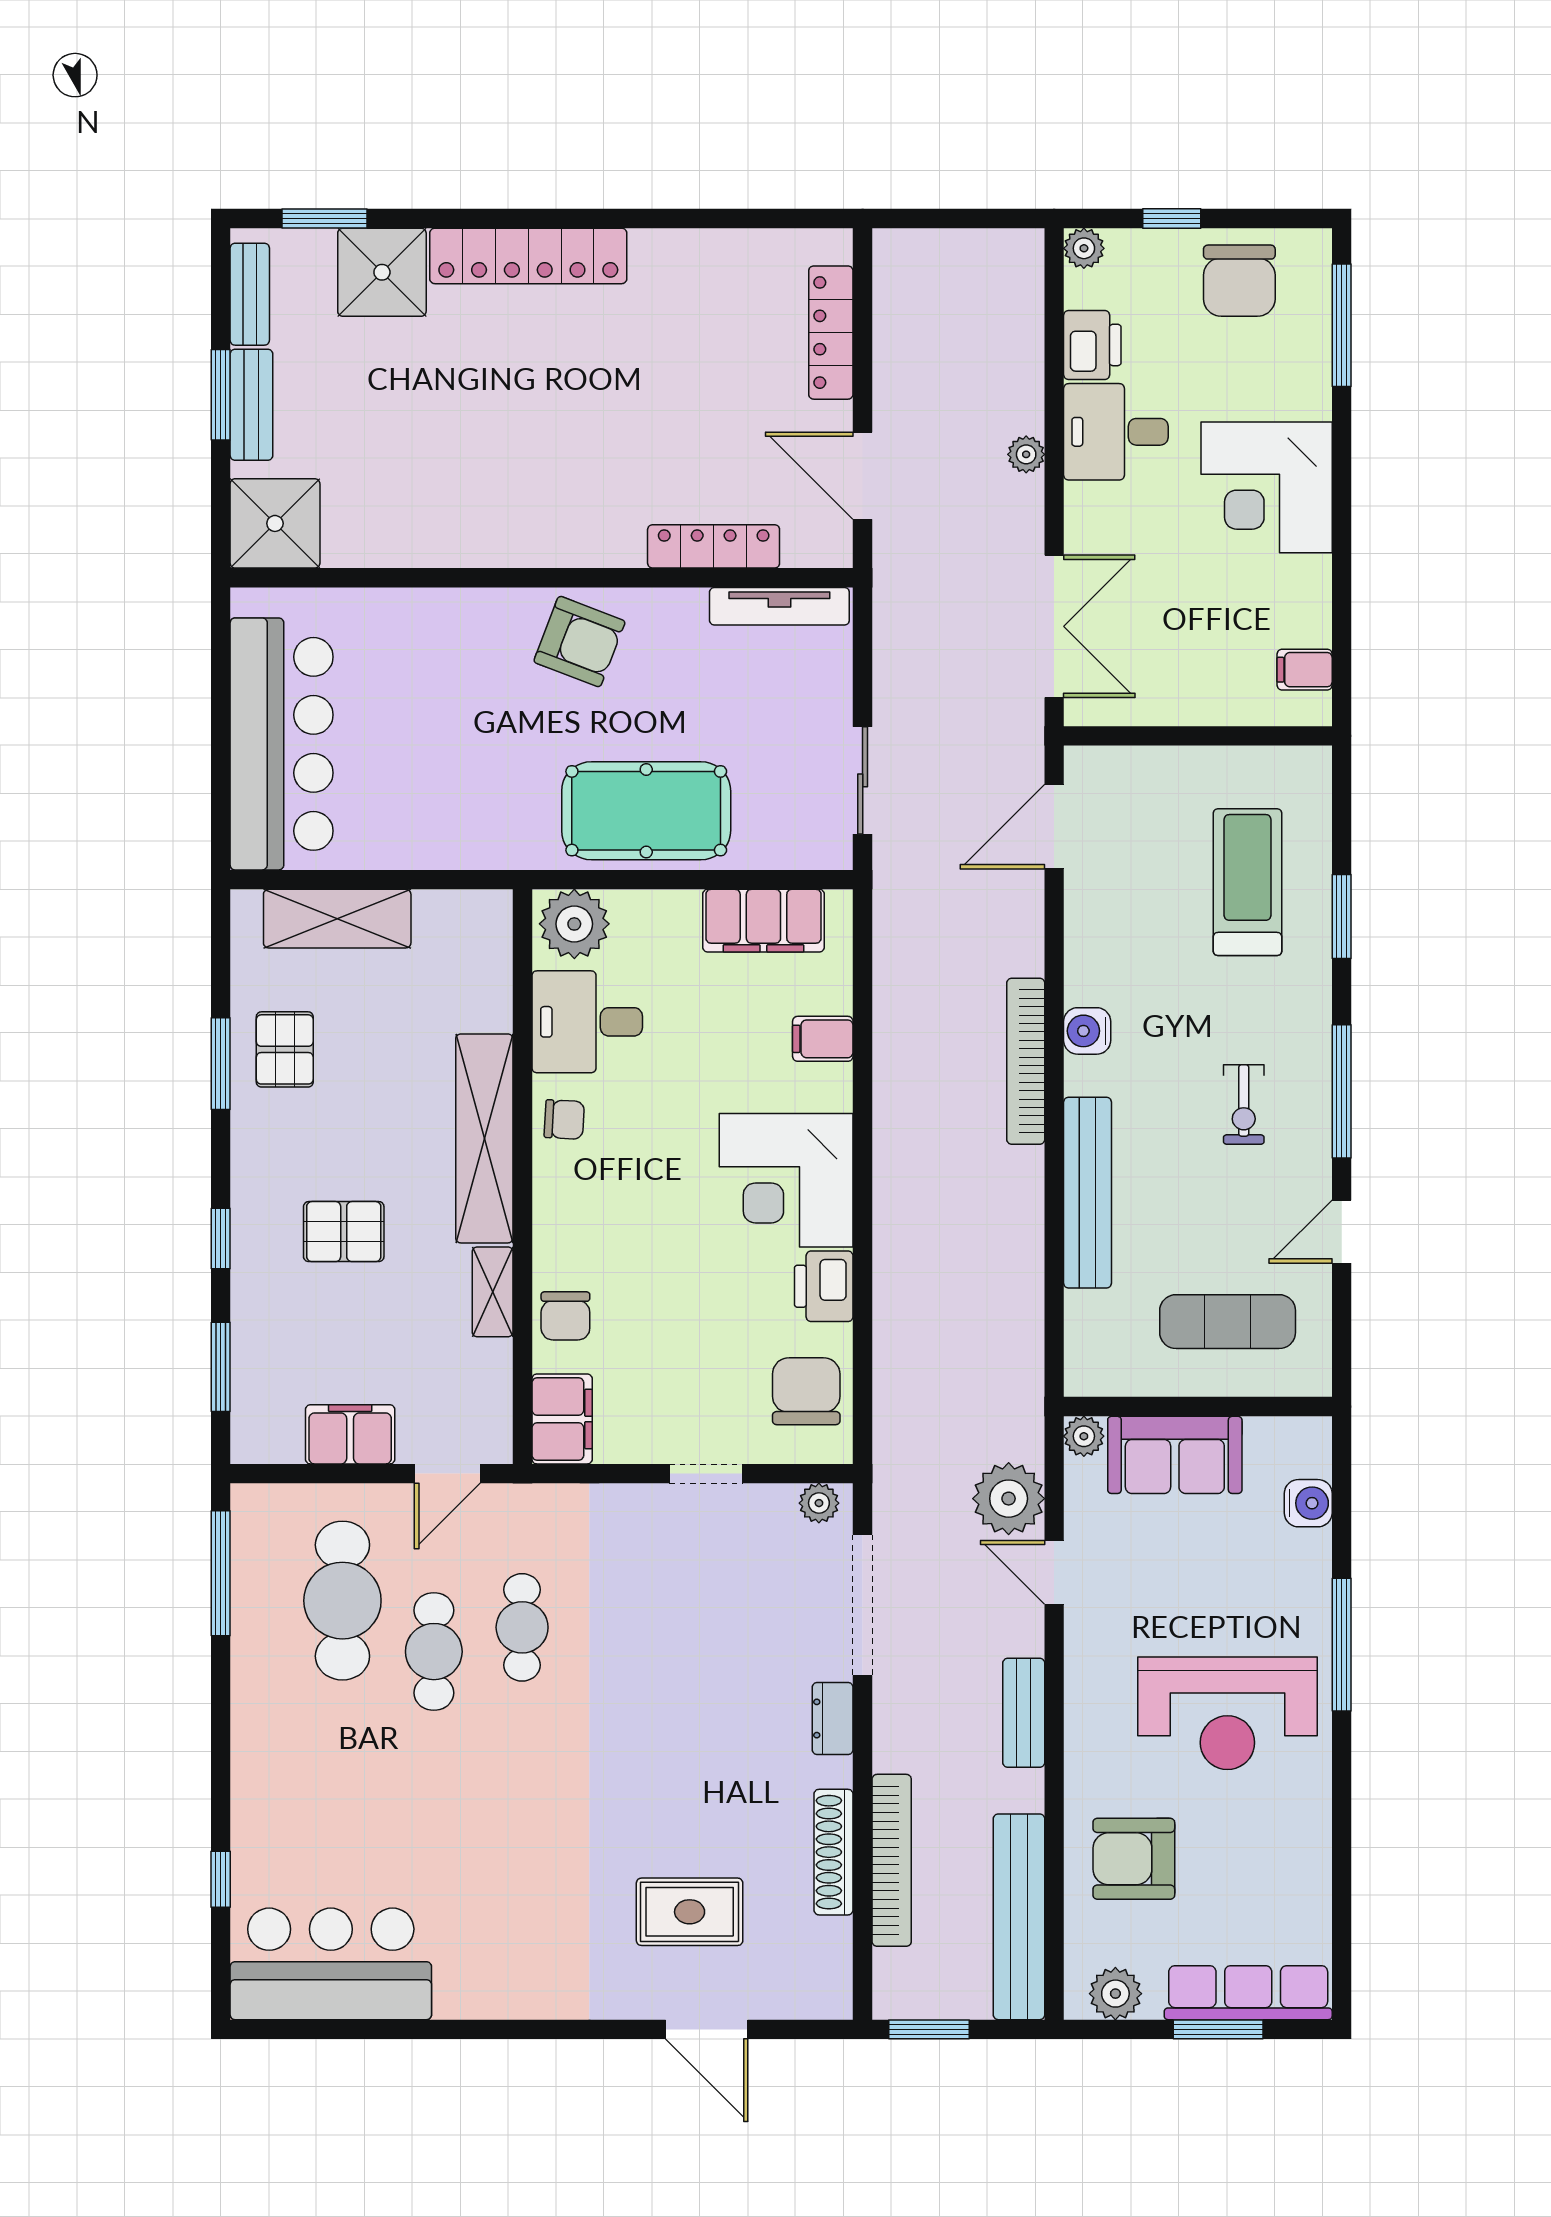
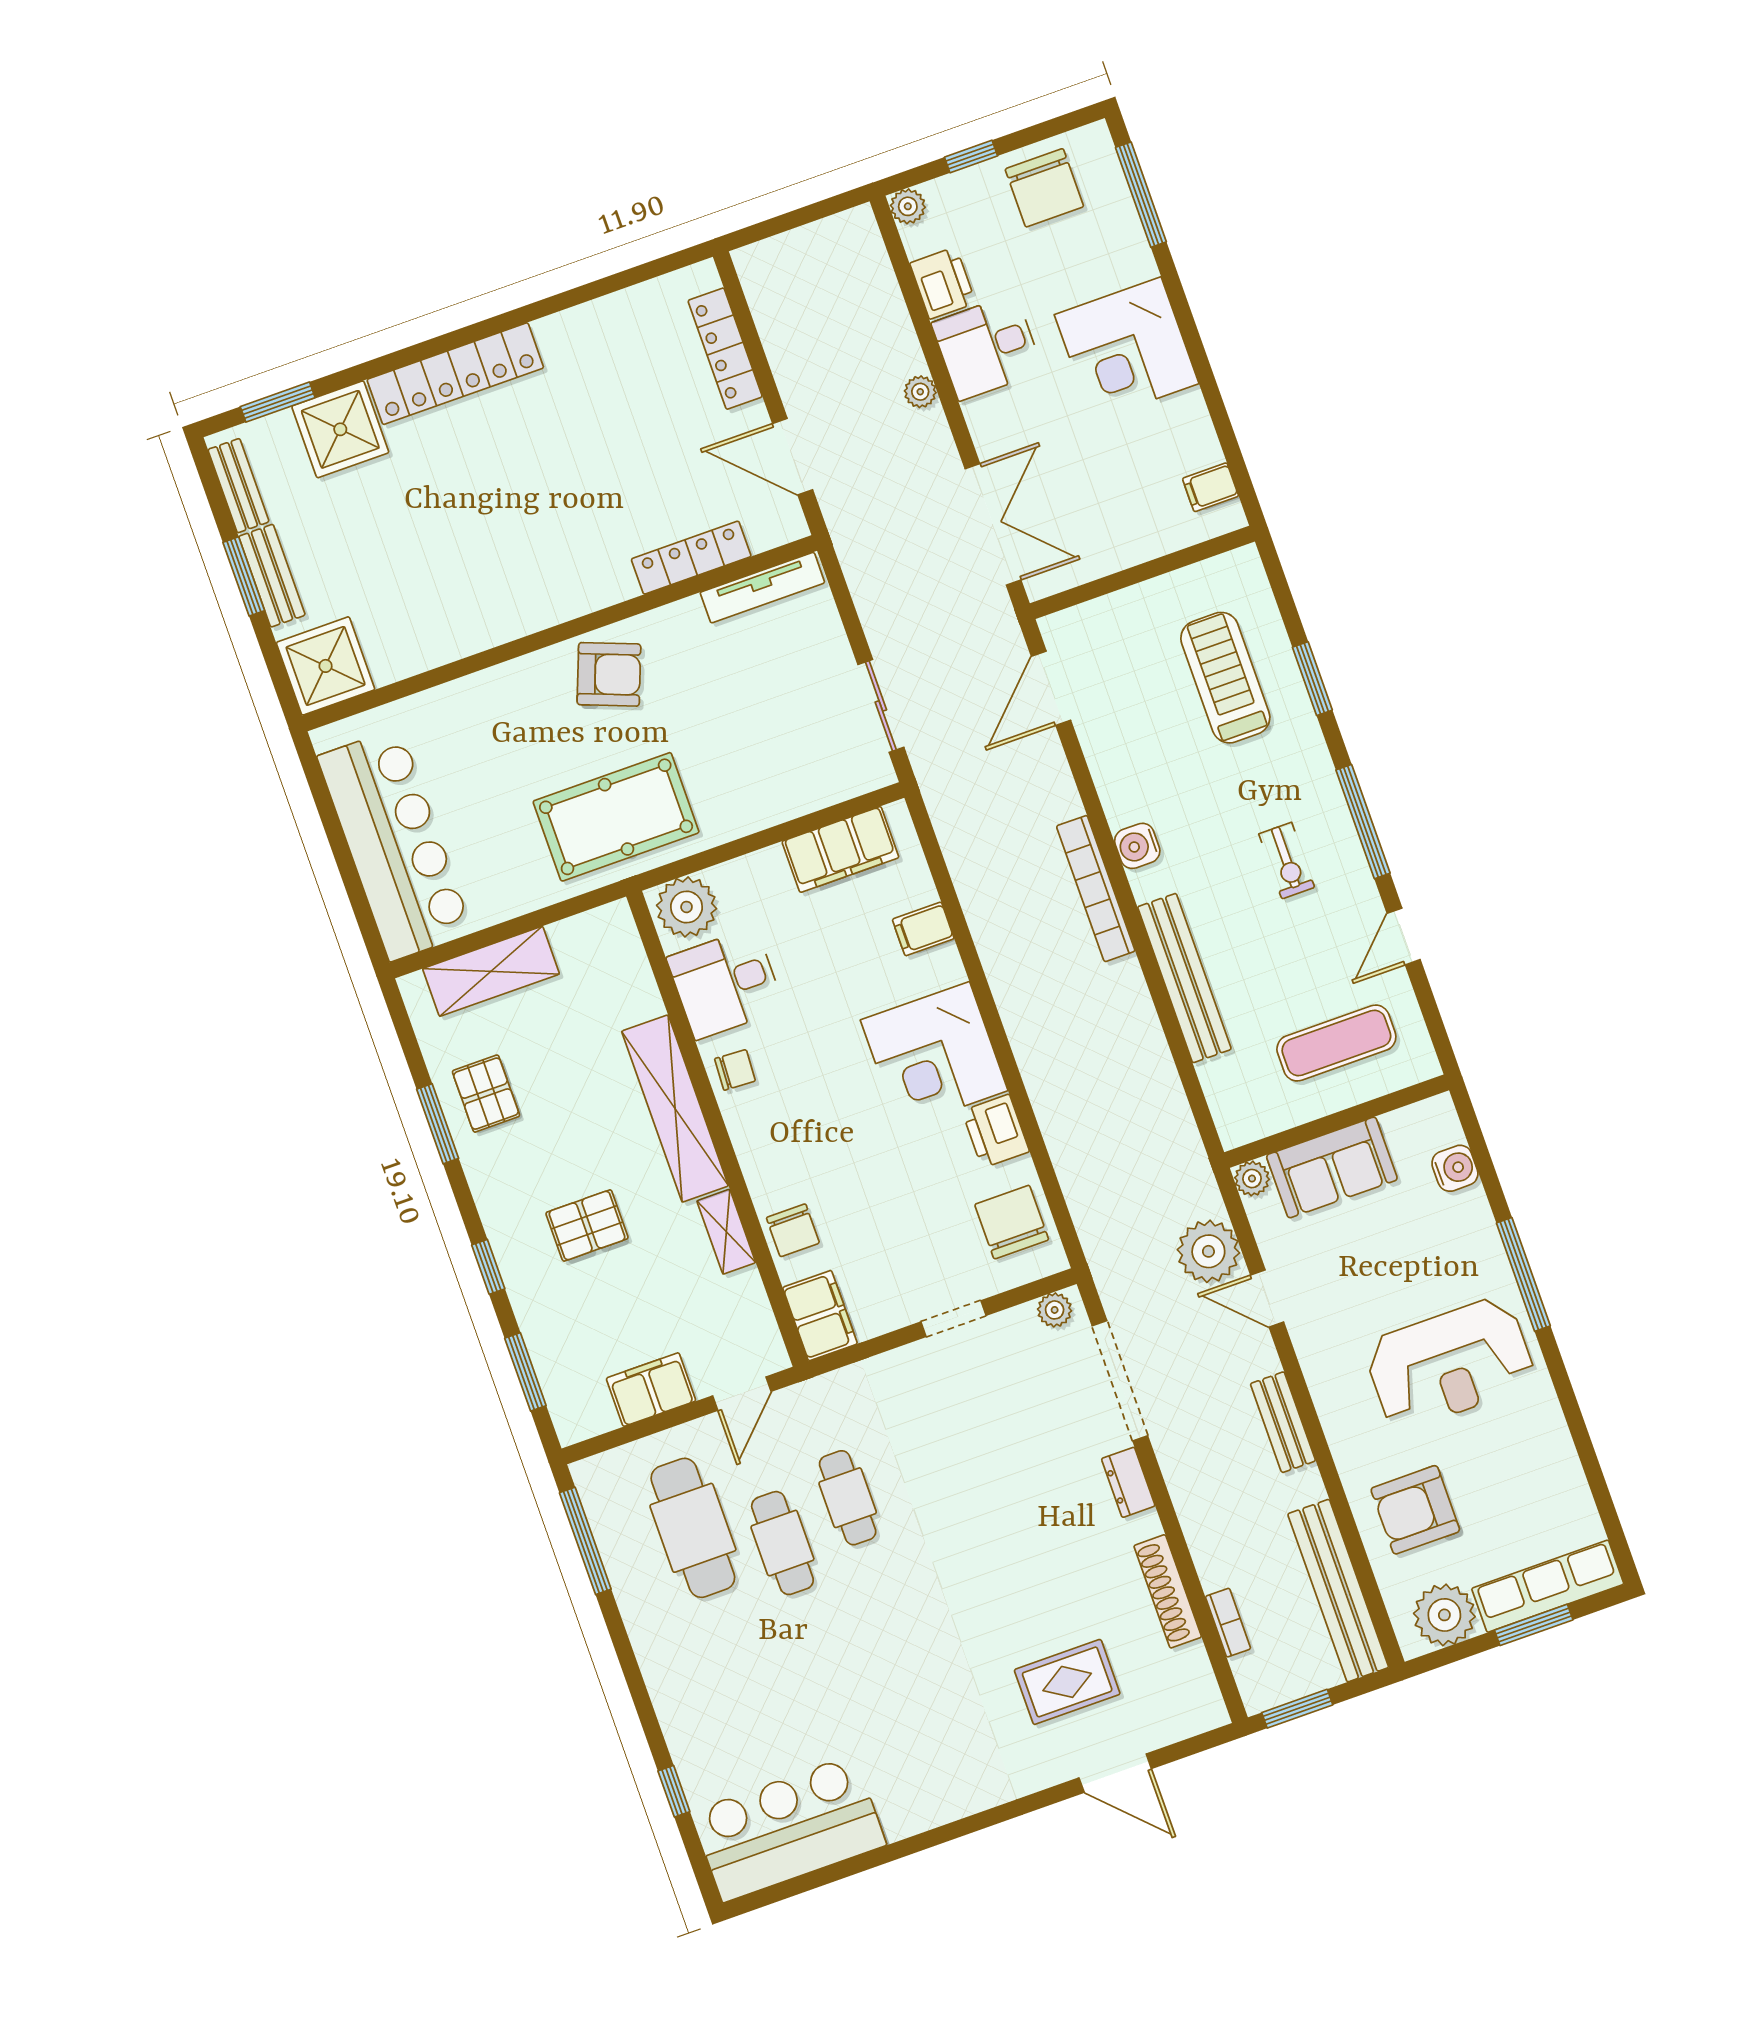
pool table: (646, 811) -> (616, 817), moved
bookcase: (892, 1860) -> (1228, 1623), width x0.43, depth x0.76
plant: (1115, 1994) -> (1444, 1615), width x1.36, depth x1.36

